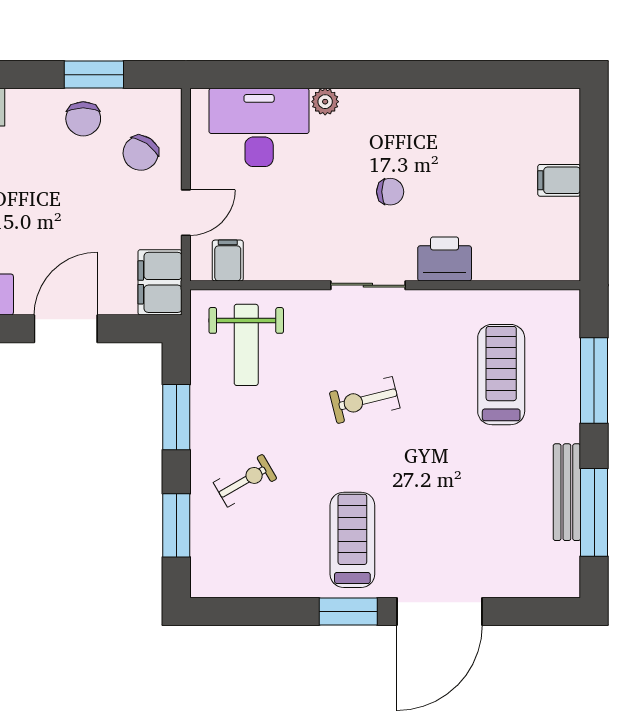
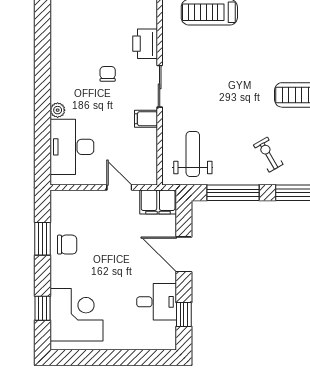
chair: (141, 153) -> (86, 213), removed
filing cabinet: (228, 261) -> (146, 119), moved
weight bench: (246, 345) -> (193, 154), turned -90
exercise bike: (365, 400) -> (223, 88), removed
window: (176, 417) -> (233, 193), width x1.44

